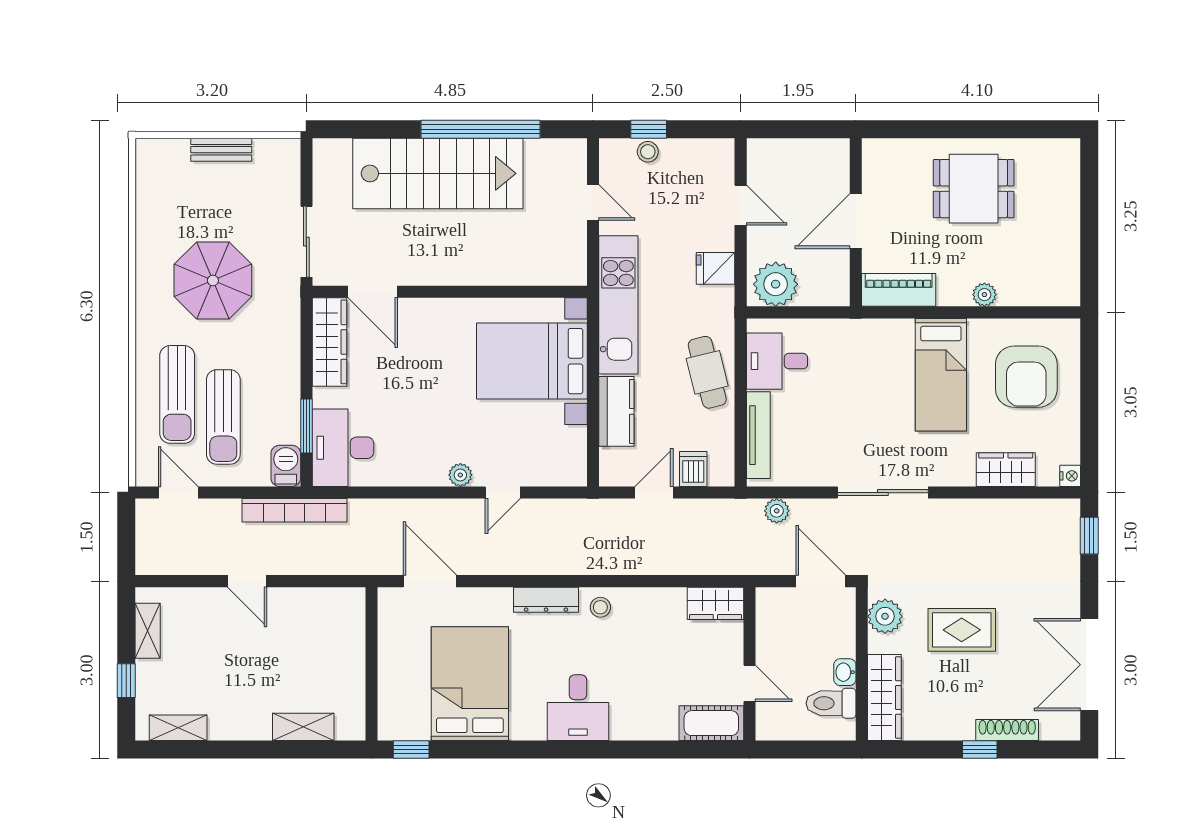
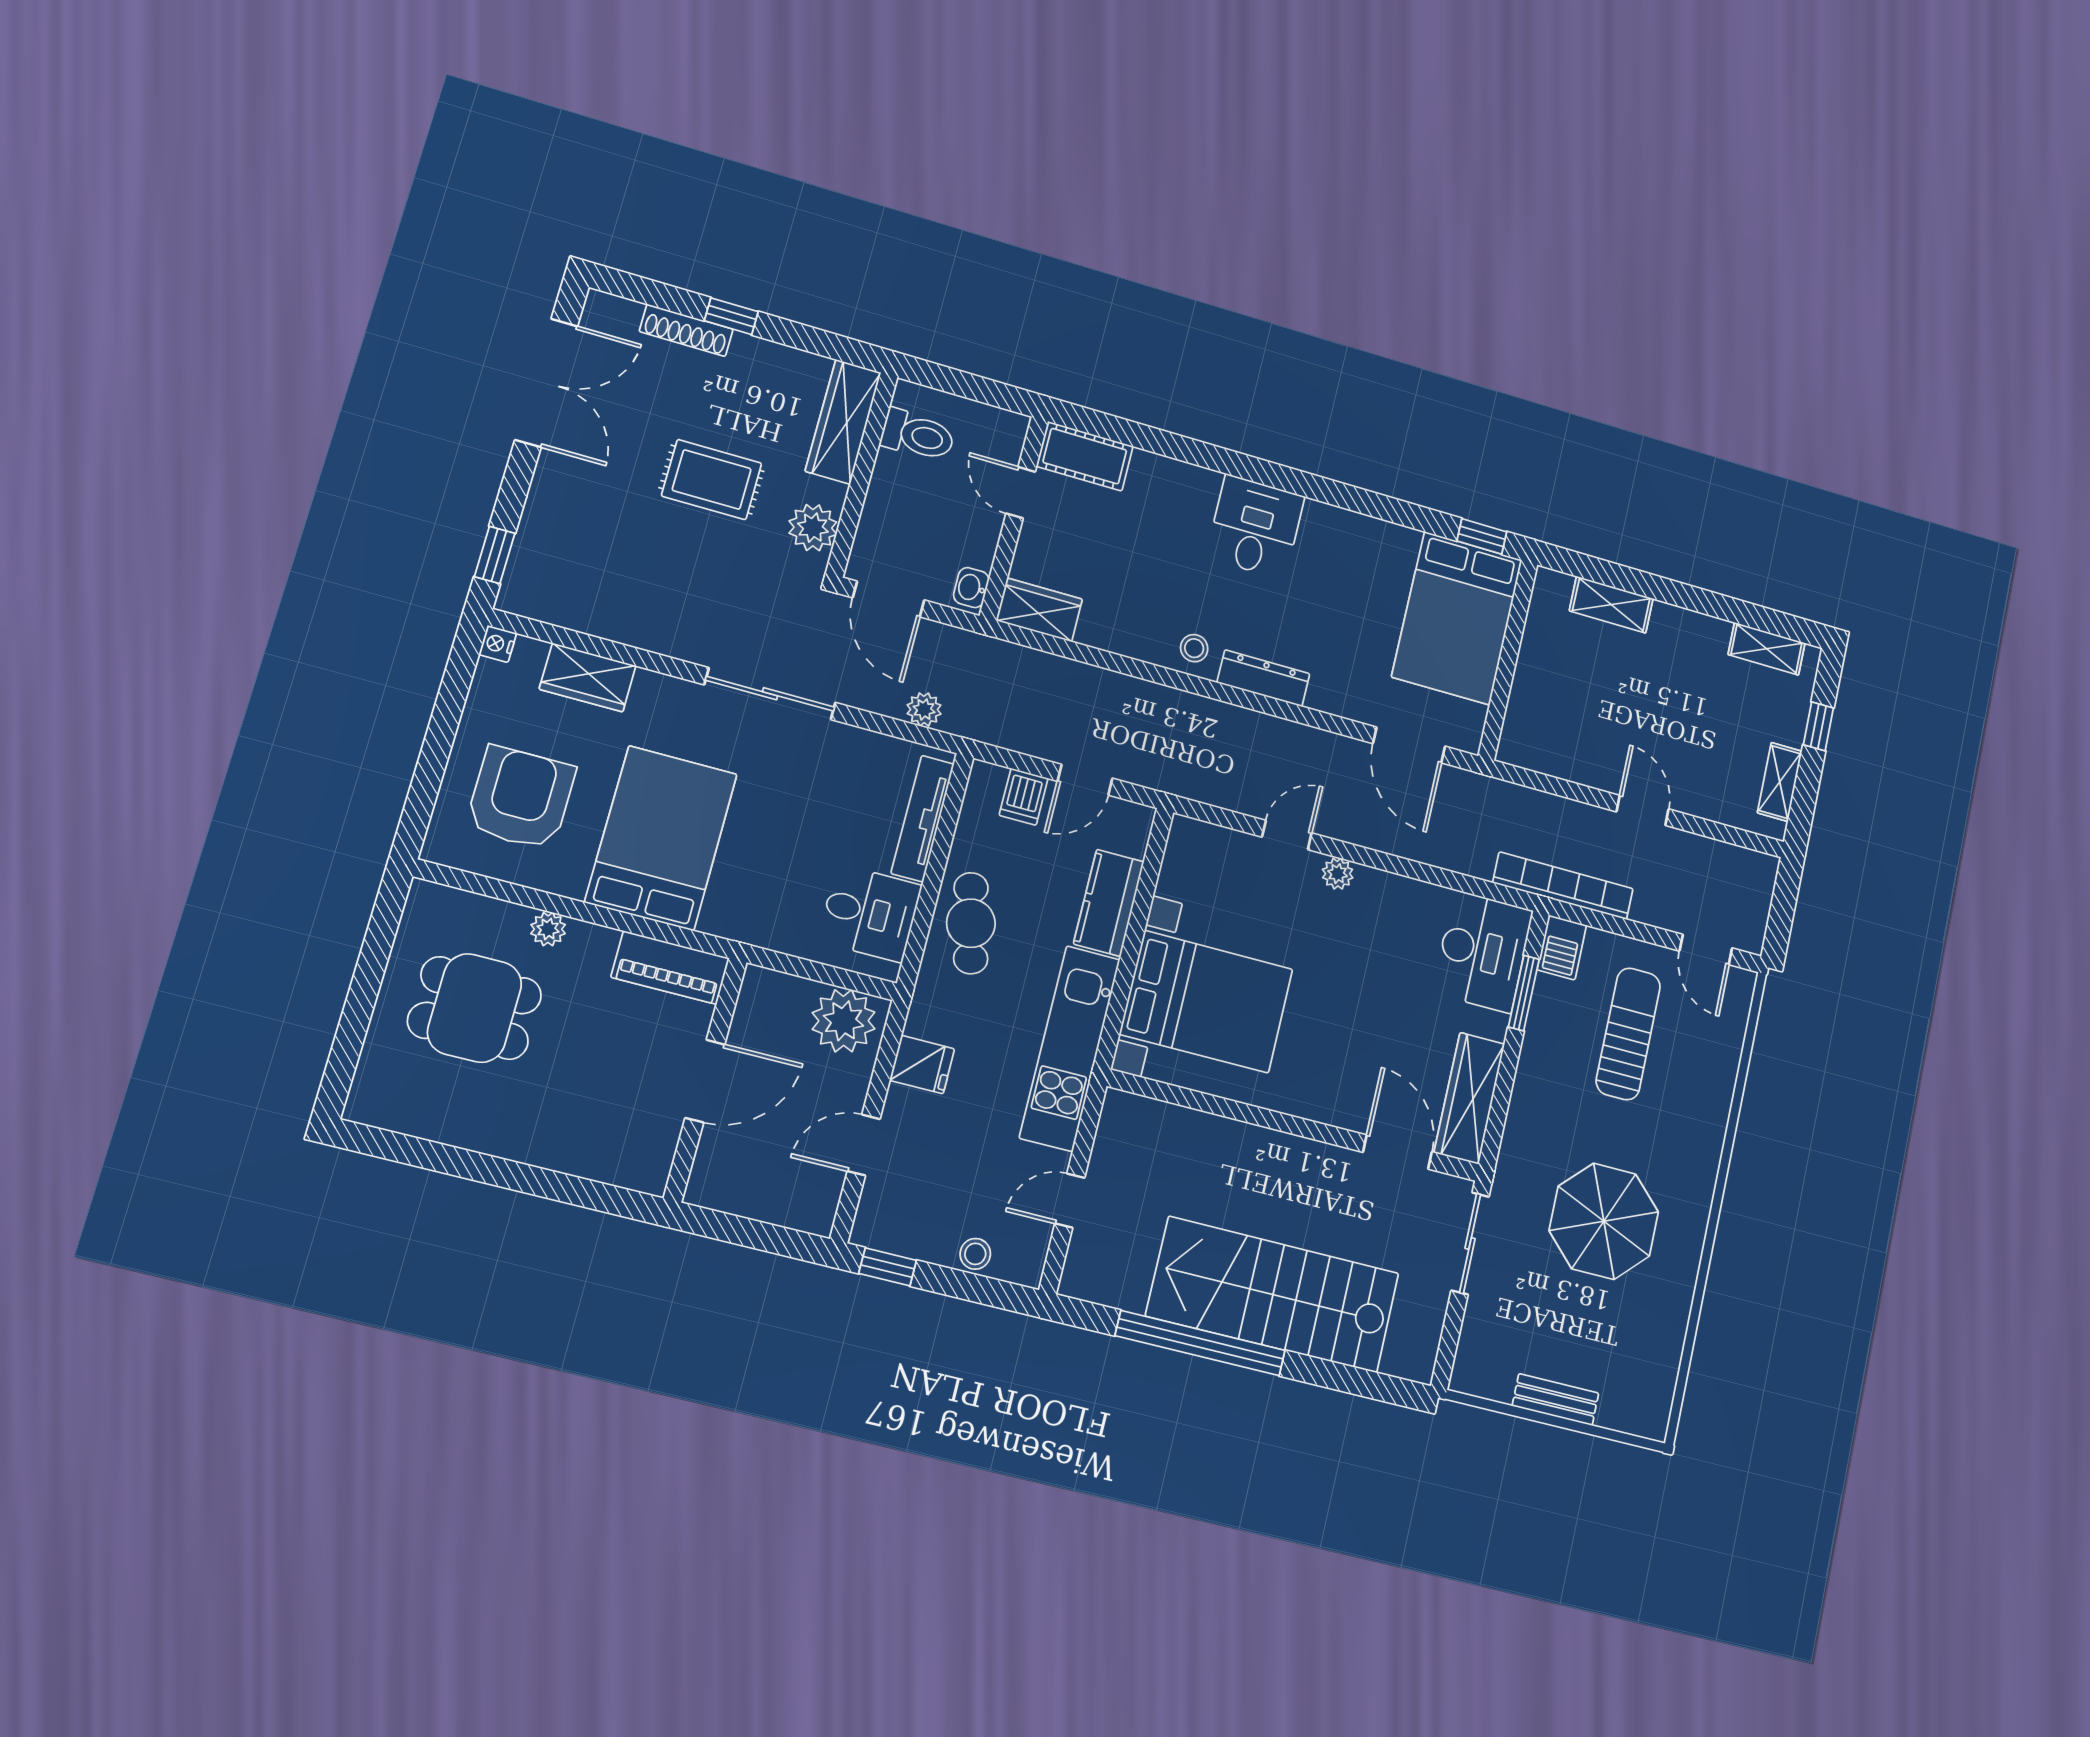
window: (649, 129) -> (888, 1267), moved
dining table: (974, 189) -> (475, 1008), moved
door: (593, 202) -> (1070, 1201), hinge flipped
door: (741, 205) -> (864, 1145), hinge flipped
bed: (941, 375) -> (661, 838), width x1.50
sun lounger: (177, 394) -> (1681, 1079), removed
washbasin: (845, 672) -> (971, 588), moved, turned 180
bed: (470, 684) -> (1457, 618), moved

